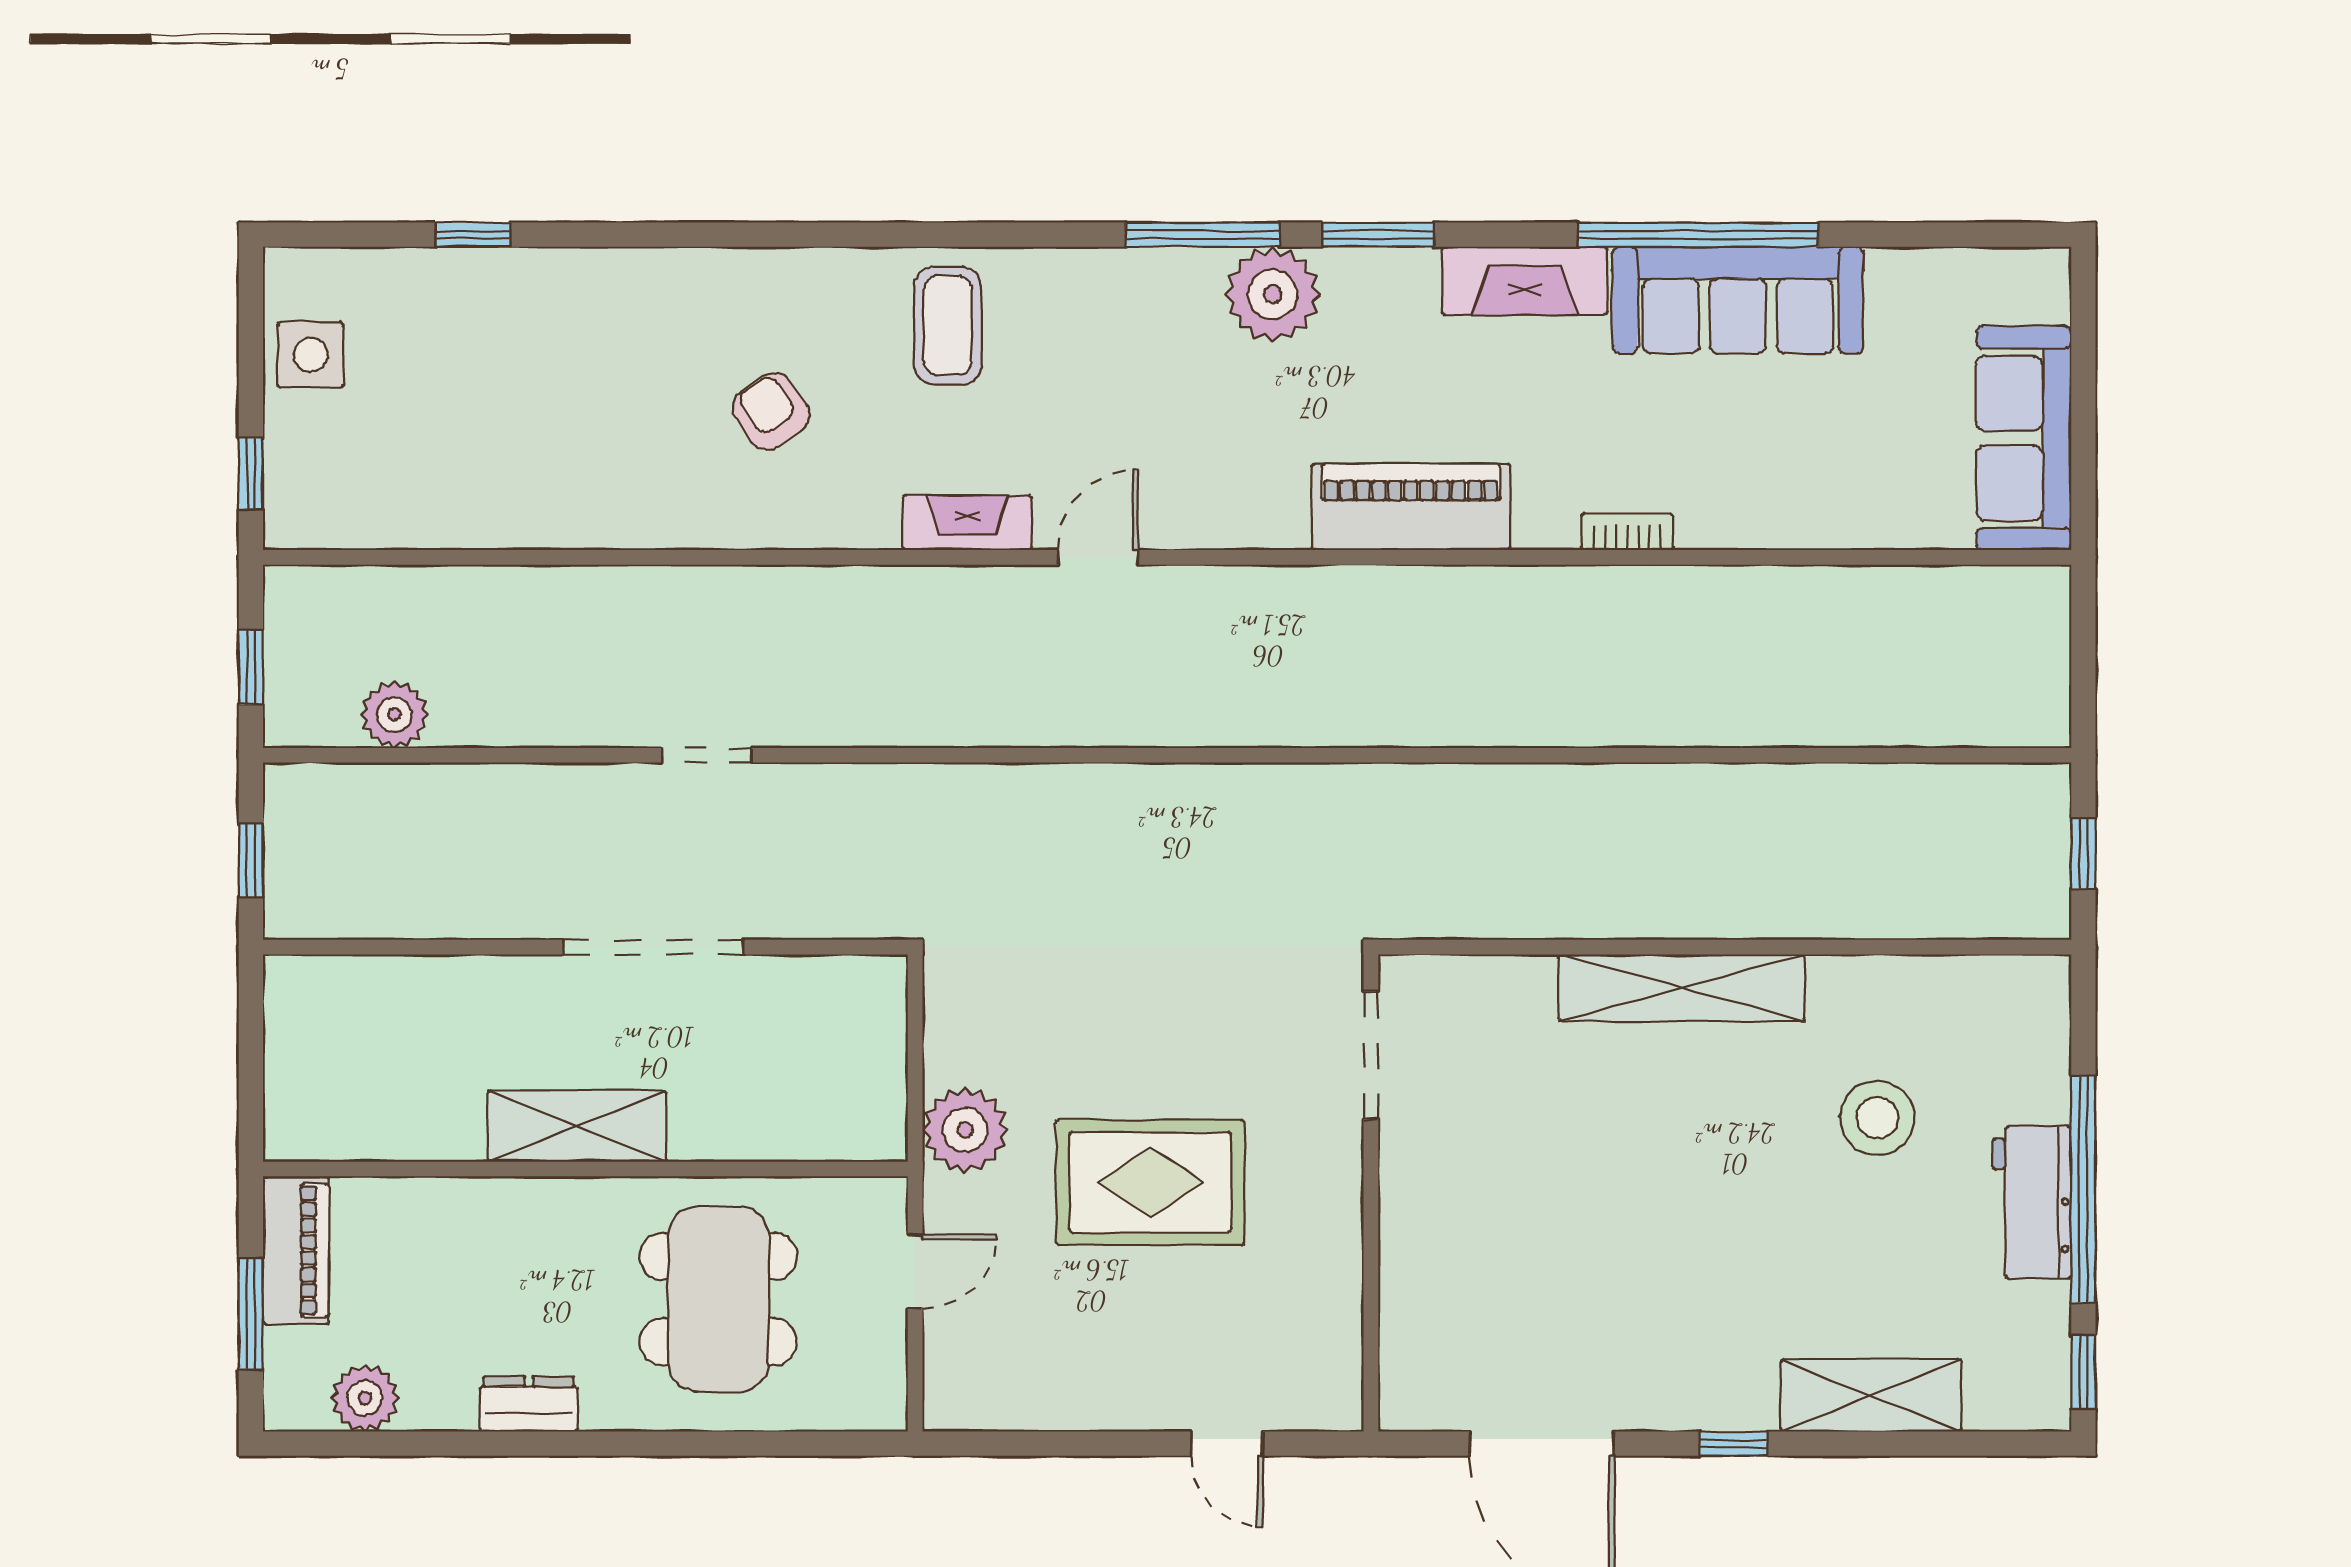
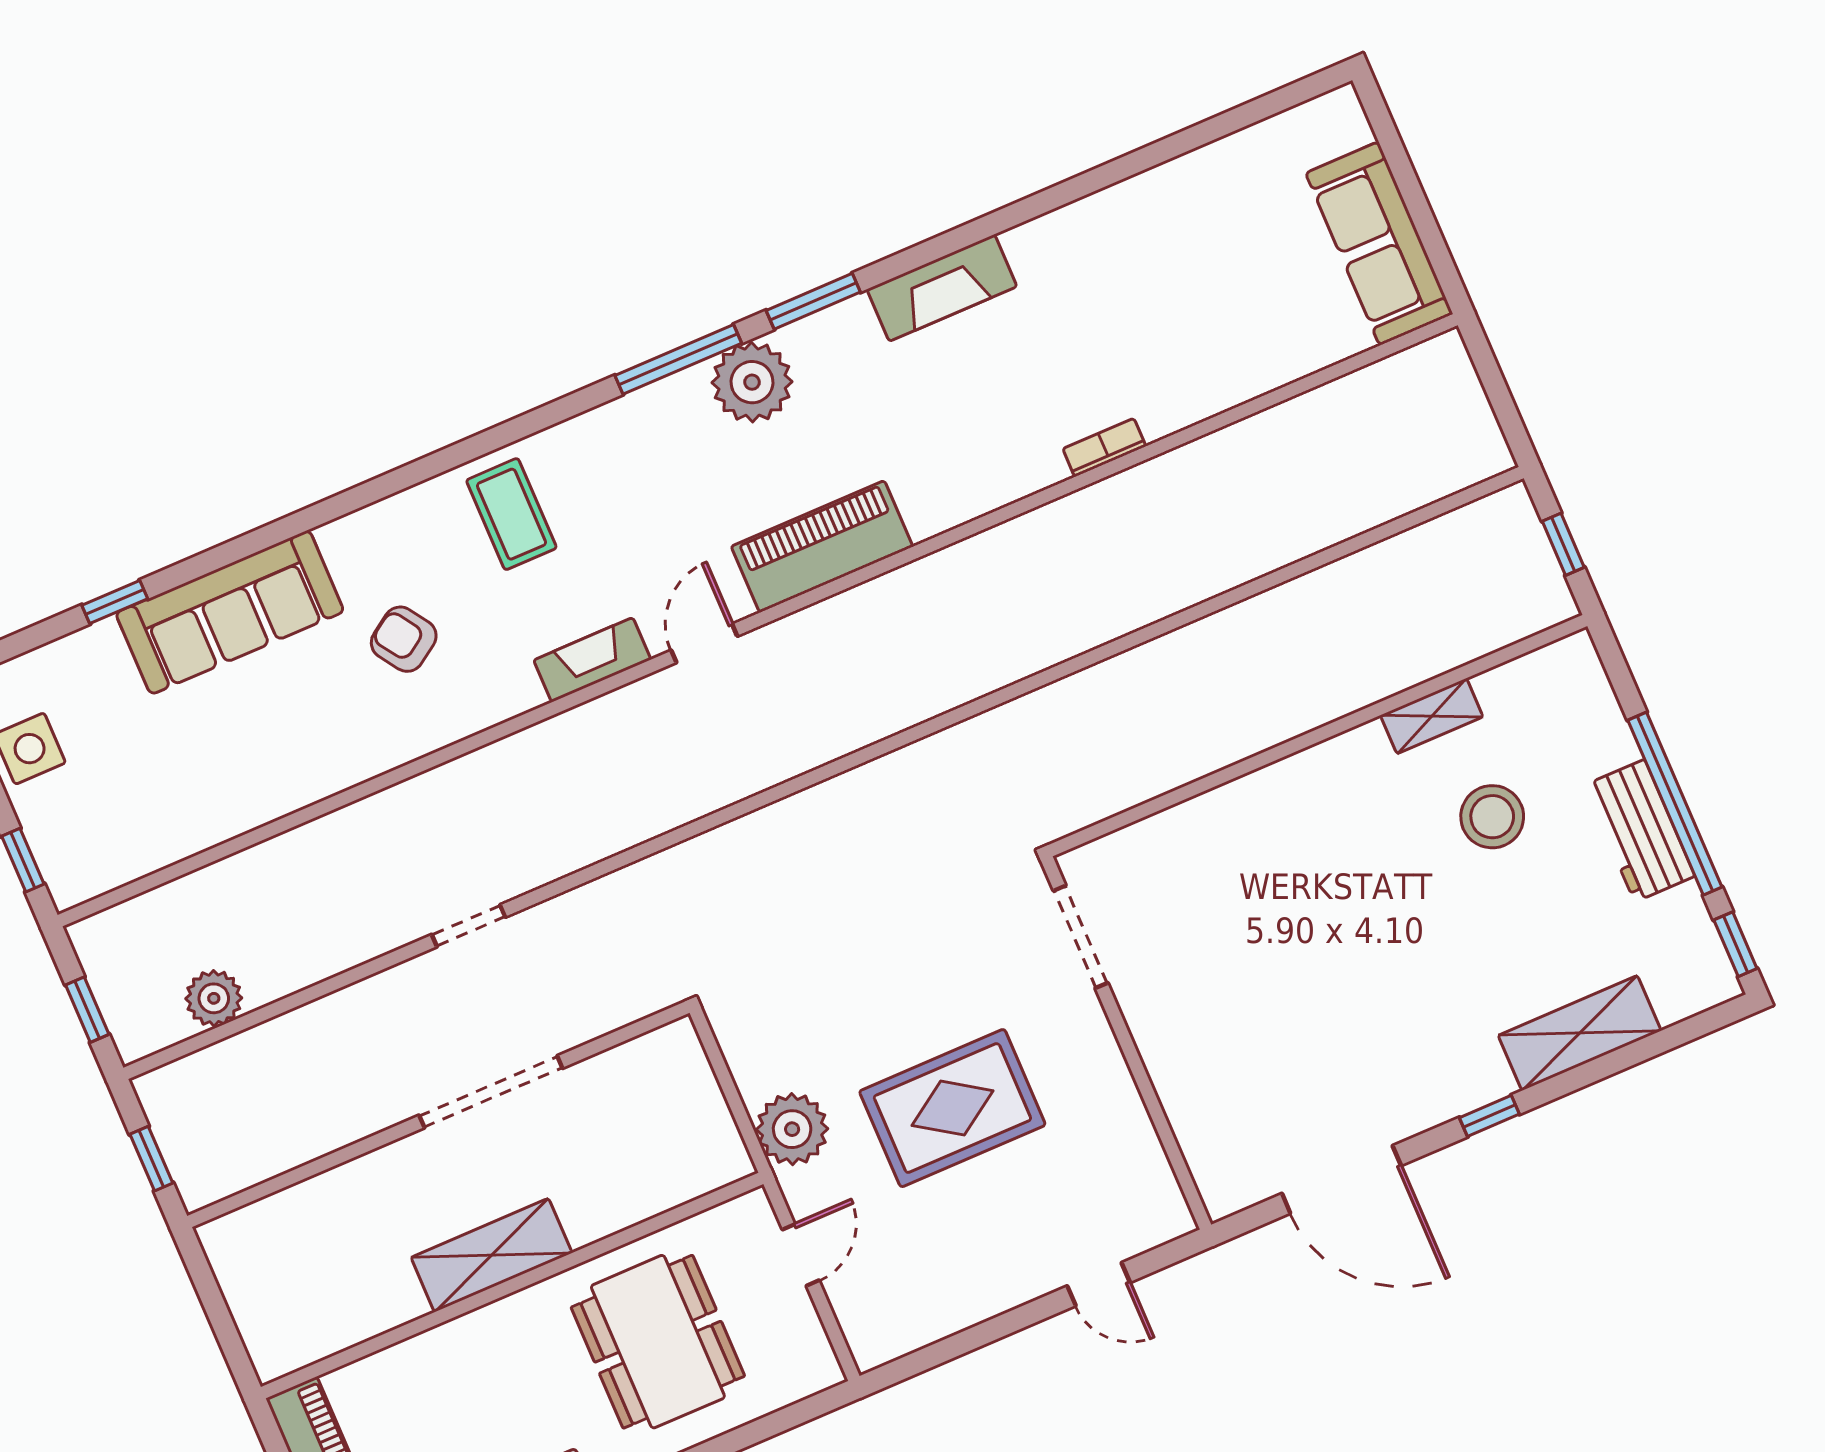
window: (1698, 235) -> (1060, 195), removed
sofa: (1738, 300) -> (230, 612), moved
piano: (1411, 507) -> (822, 546), moved
shelving: (1682, 988) -> (1432, 716), moved, width x0.45, depth x0.75

